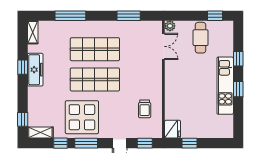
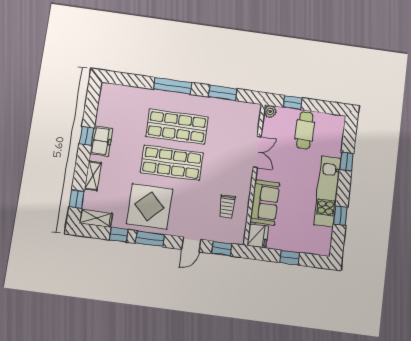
window: (70, 16) -> (173, 86), moved
window: (215, 16) -> (293, 103), moved
shelving: (33, 32) -> (93, 176), moved
double door: (163, 46) -> (257, 152), moved
freezer: (35, 70) -> (101, 141), width x0.71
window: (238, 89) -> (341, 216), moved
sofa: (175, 101) -> (265, 202), added
window: (189, 143) -> (290, 258), moved

